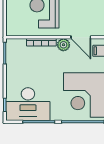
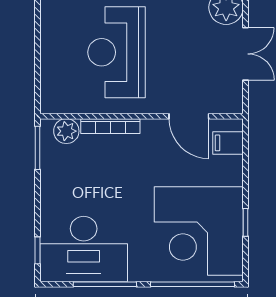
plant: (63, 45) -> (66, 131), moved

